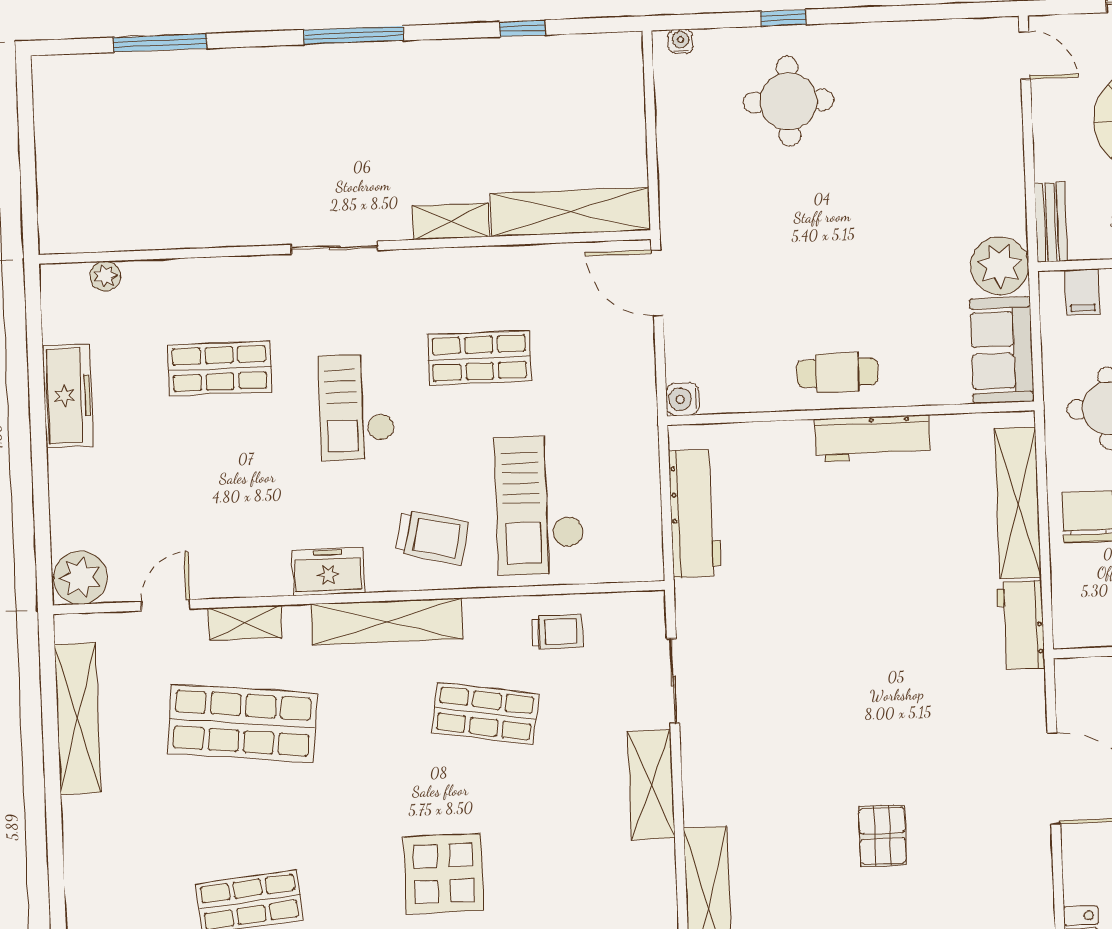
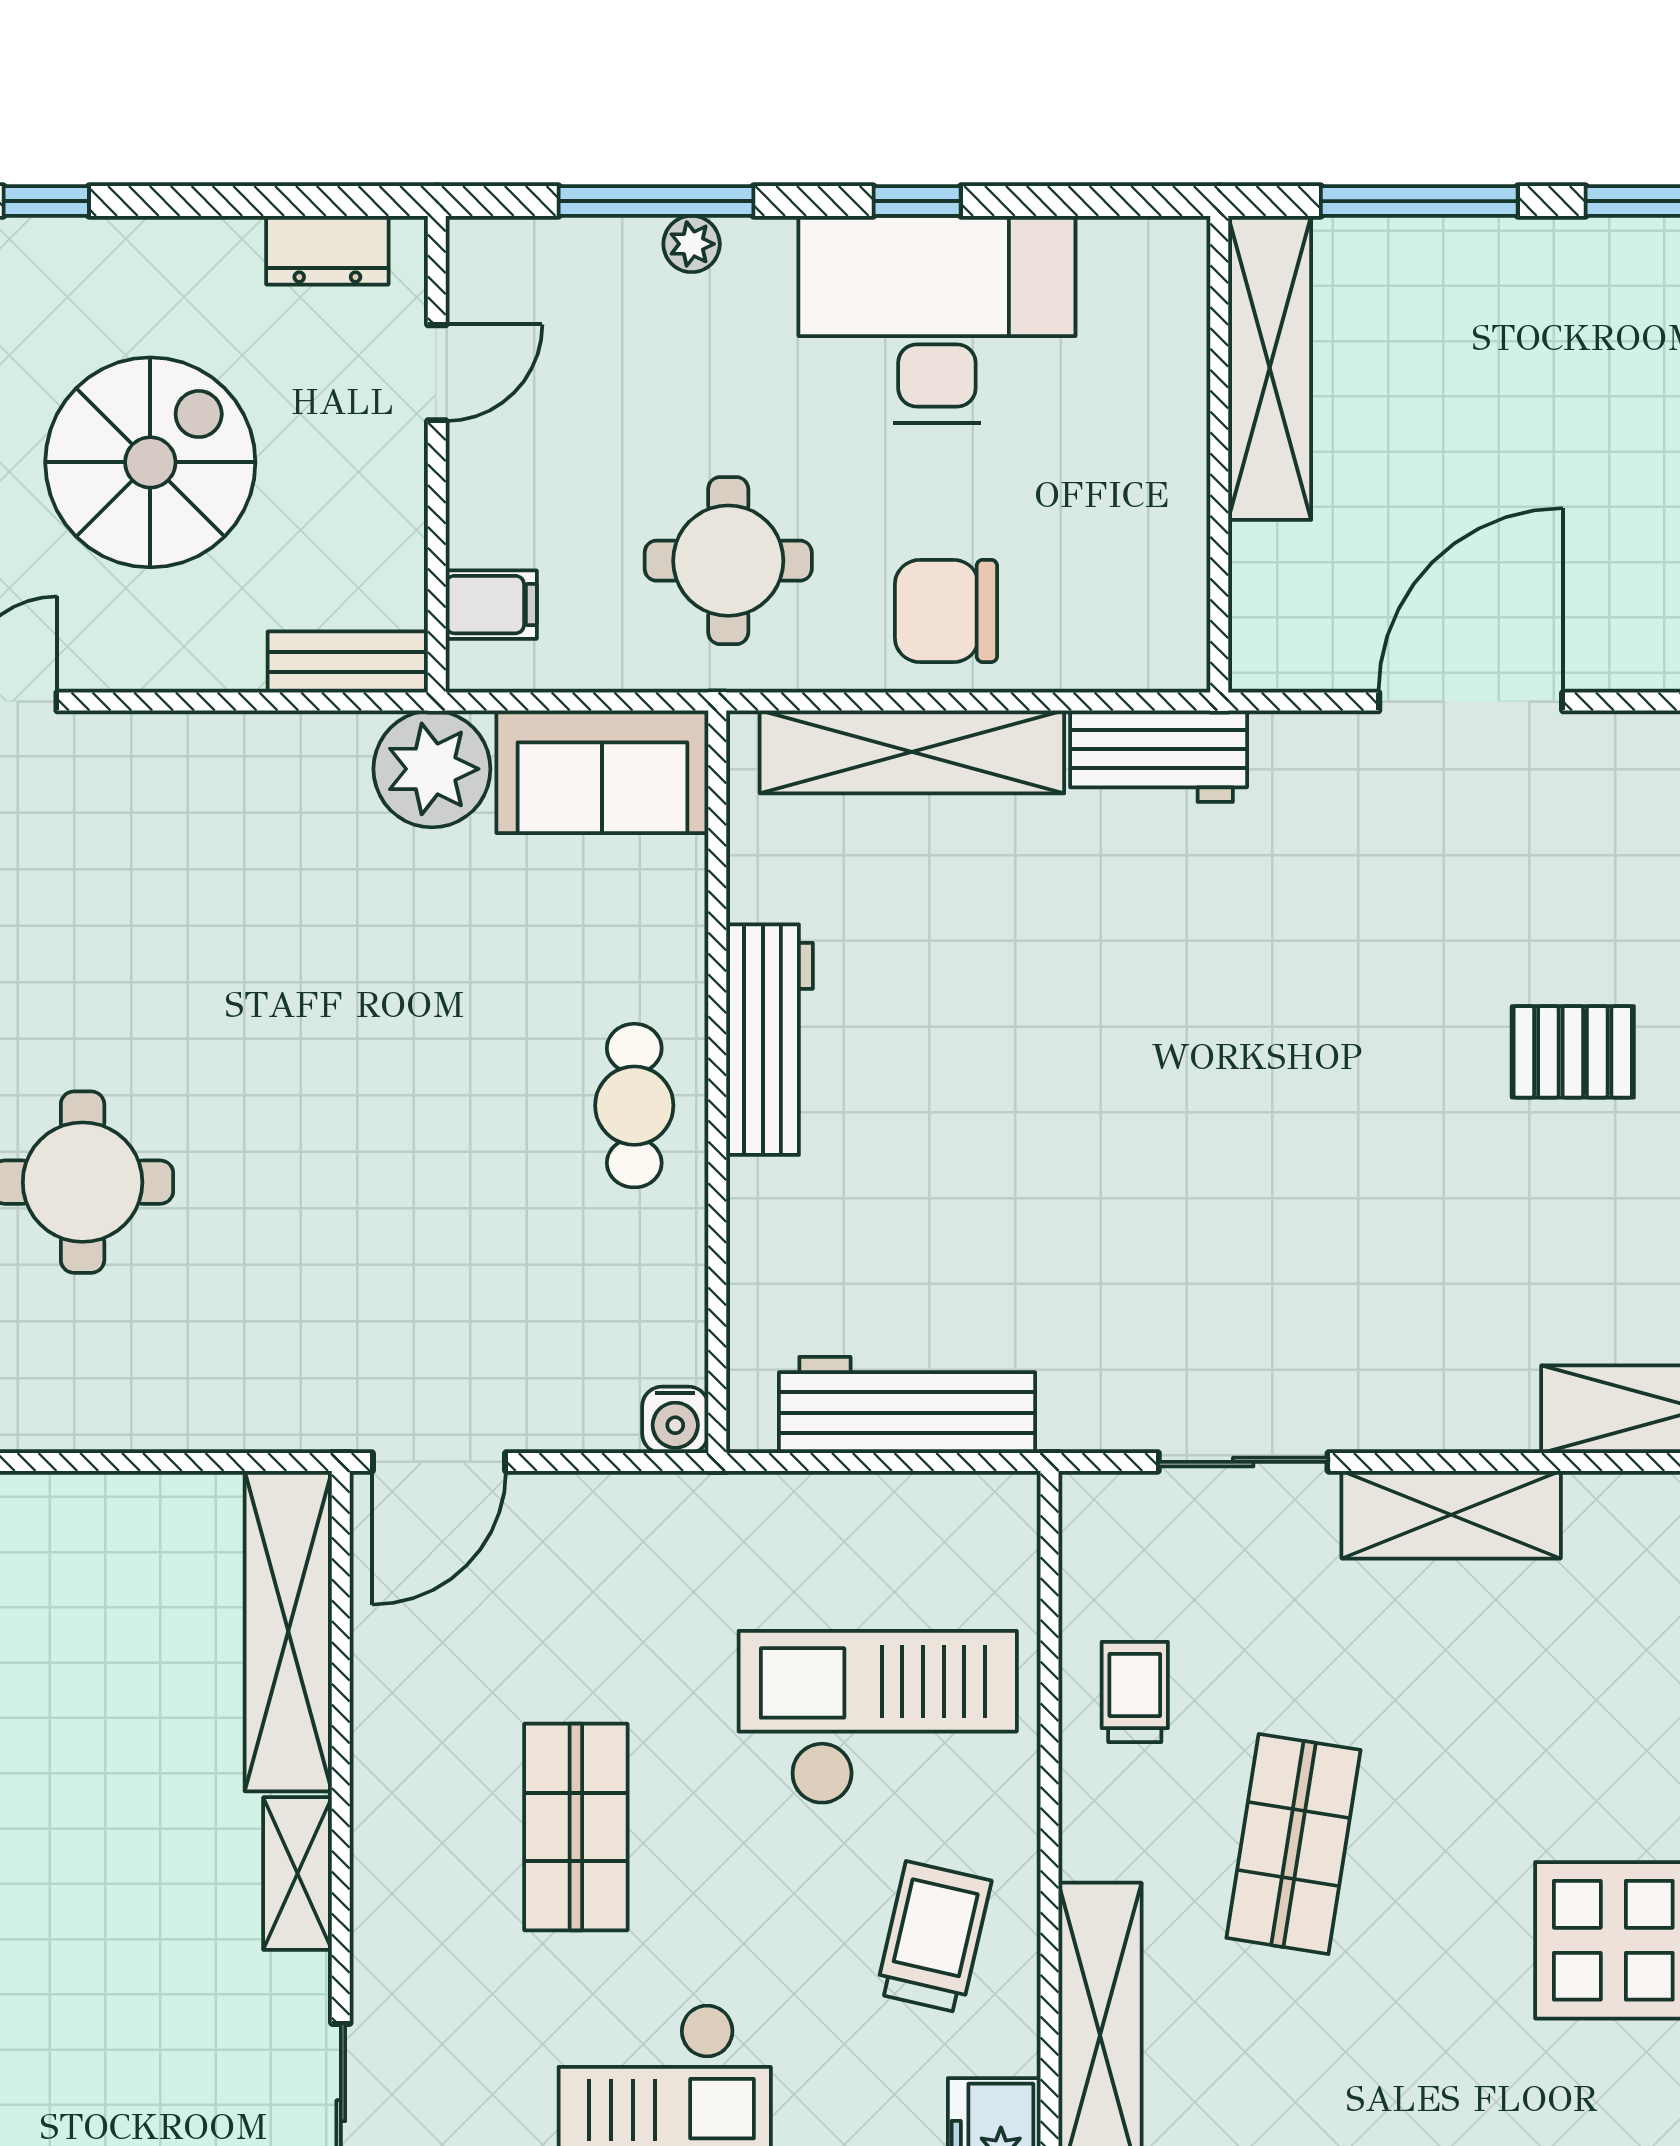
checkout: (539, 505) -> (878, 1718), turned 180

